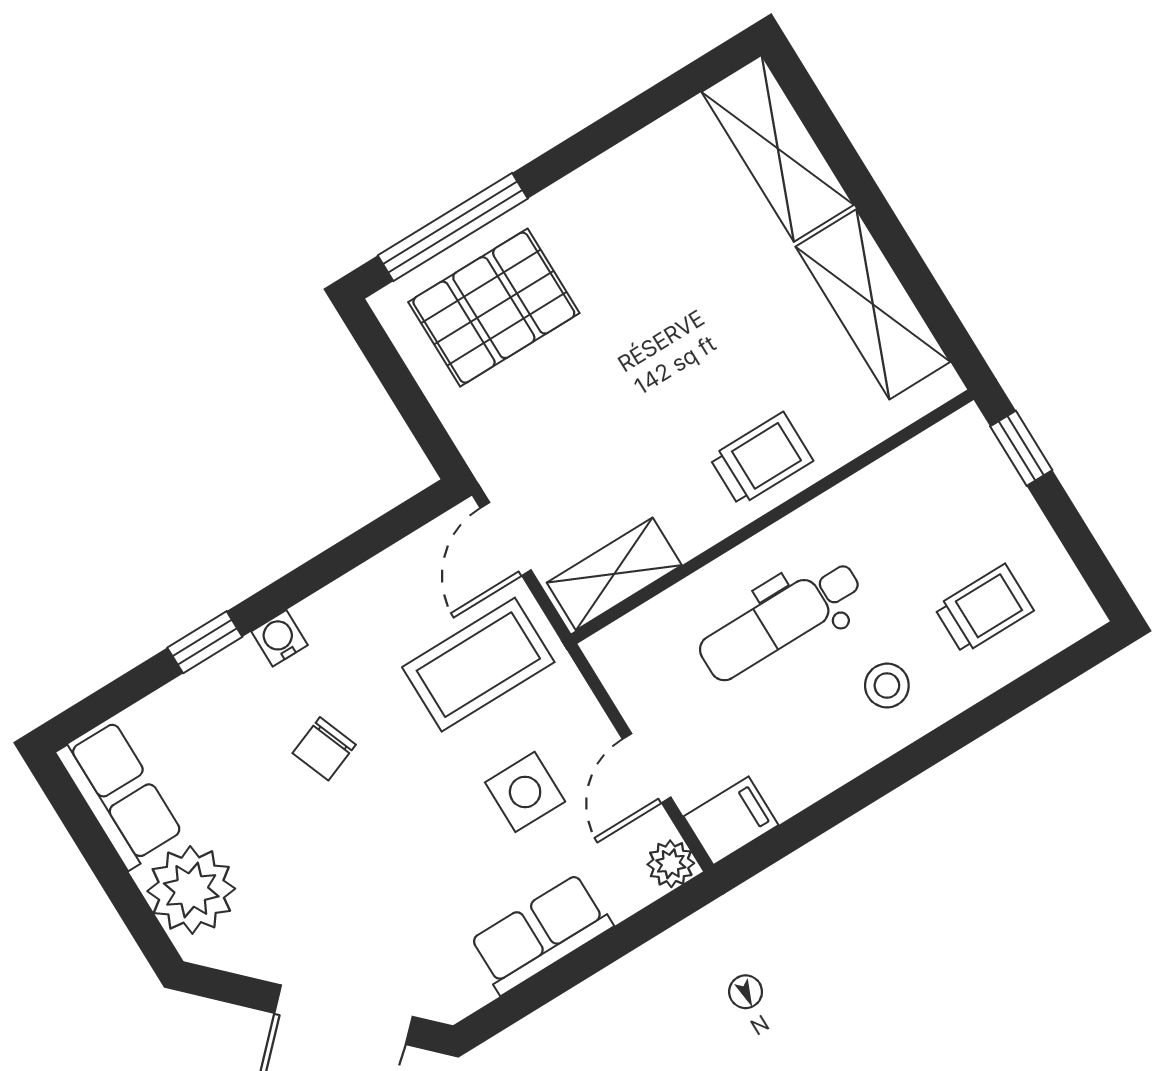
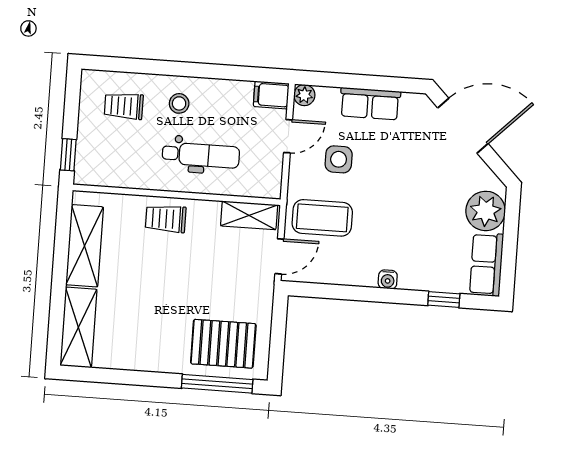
window: (205, 642) -> (444, 300), moved
chair: (324, 749) -> (400, 228), removed

